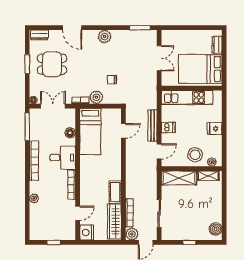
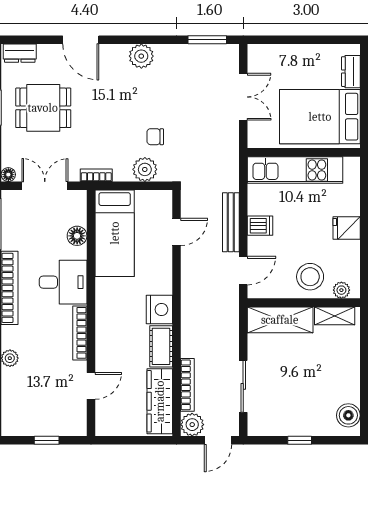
plant: (96, 97) -> (145, 169), moved
nightstand: (87, 232) -> (159, 310), moved, turned 180

